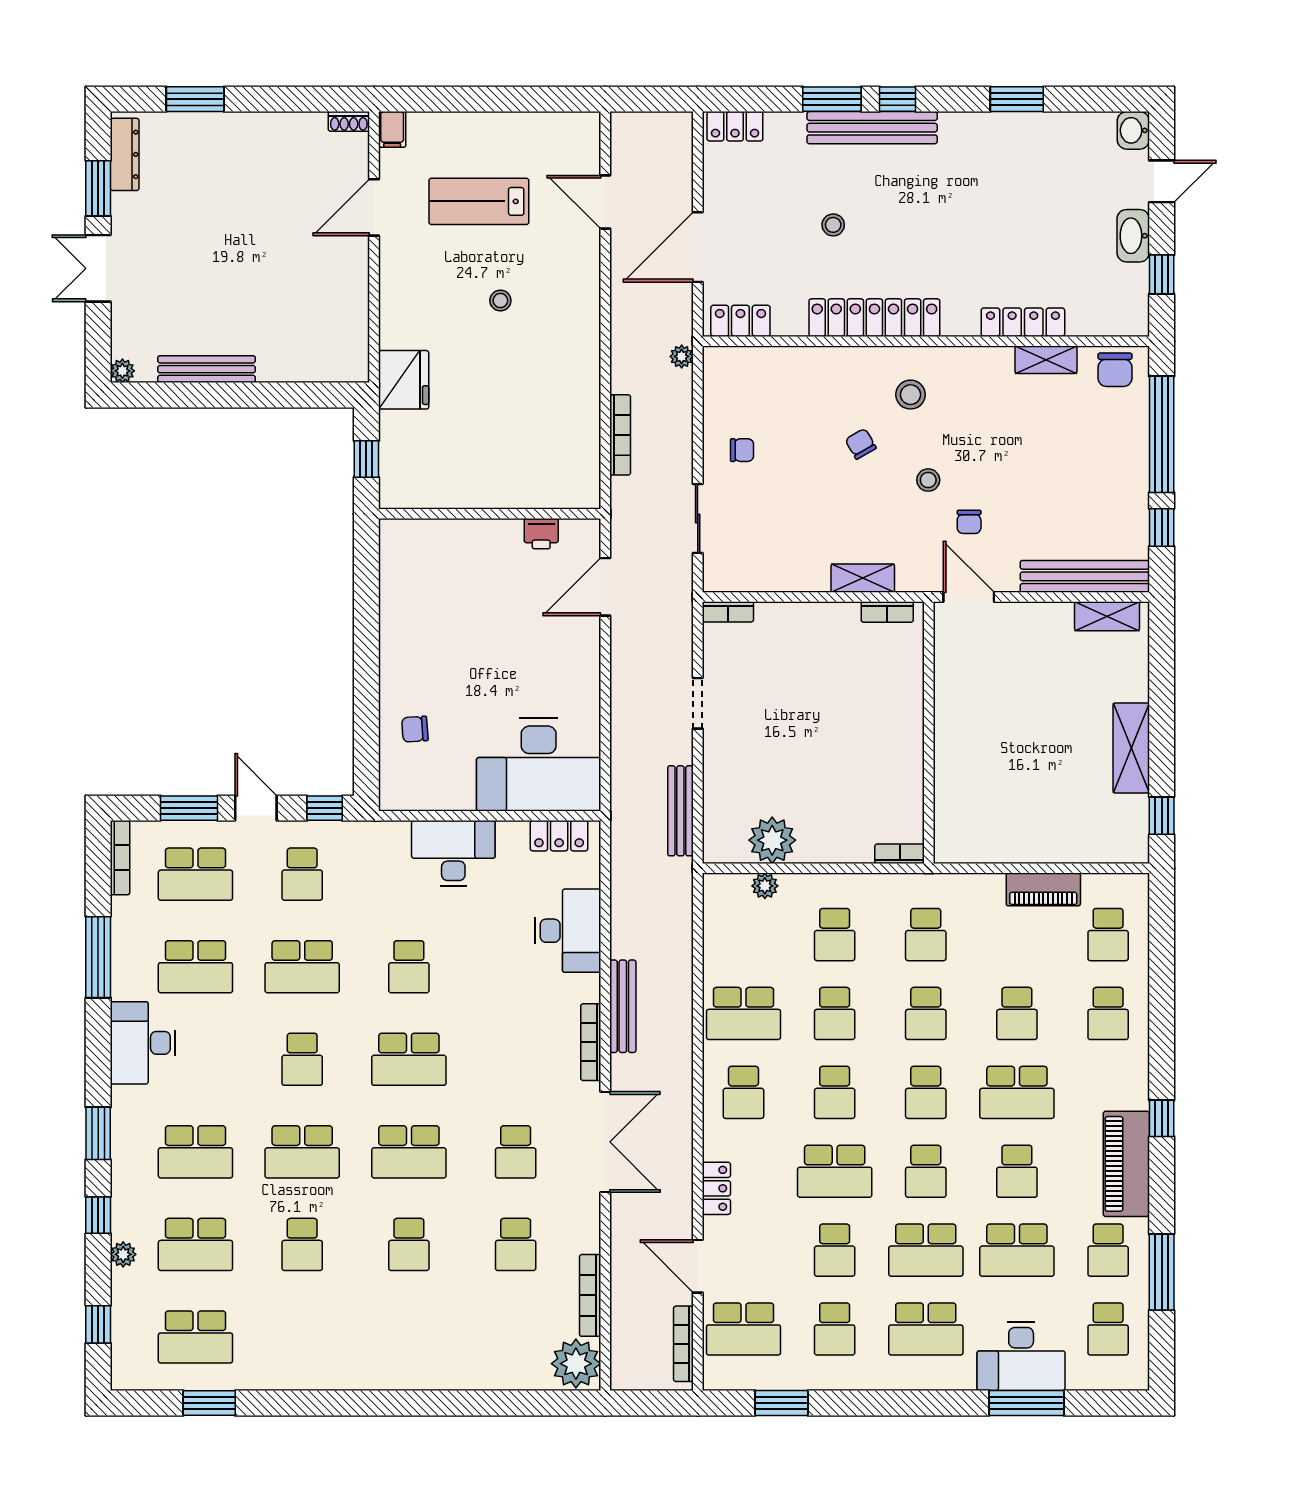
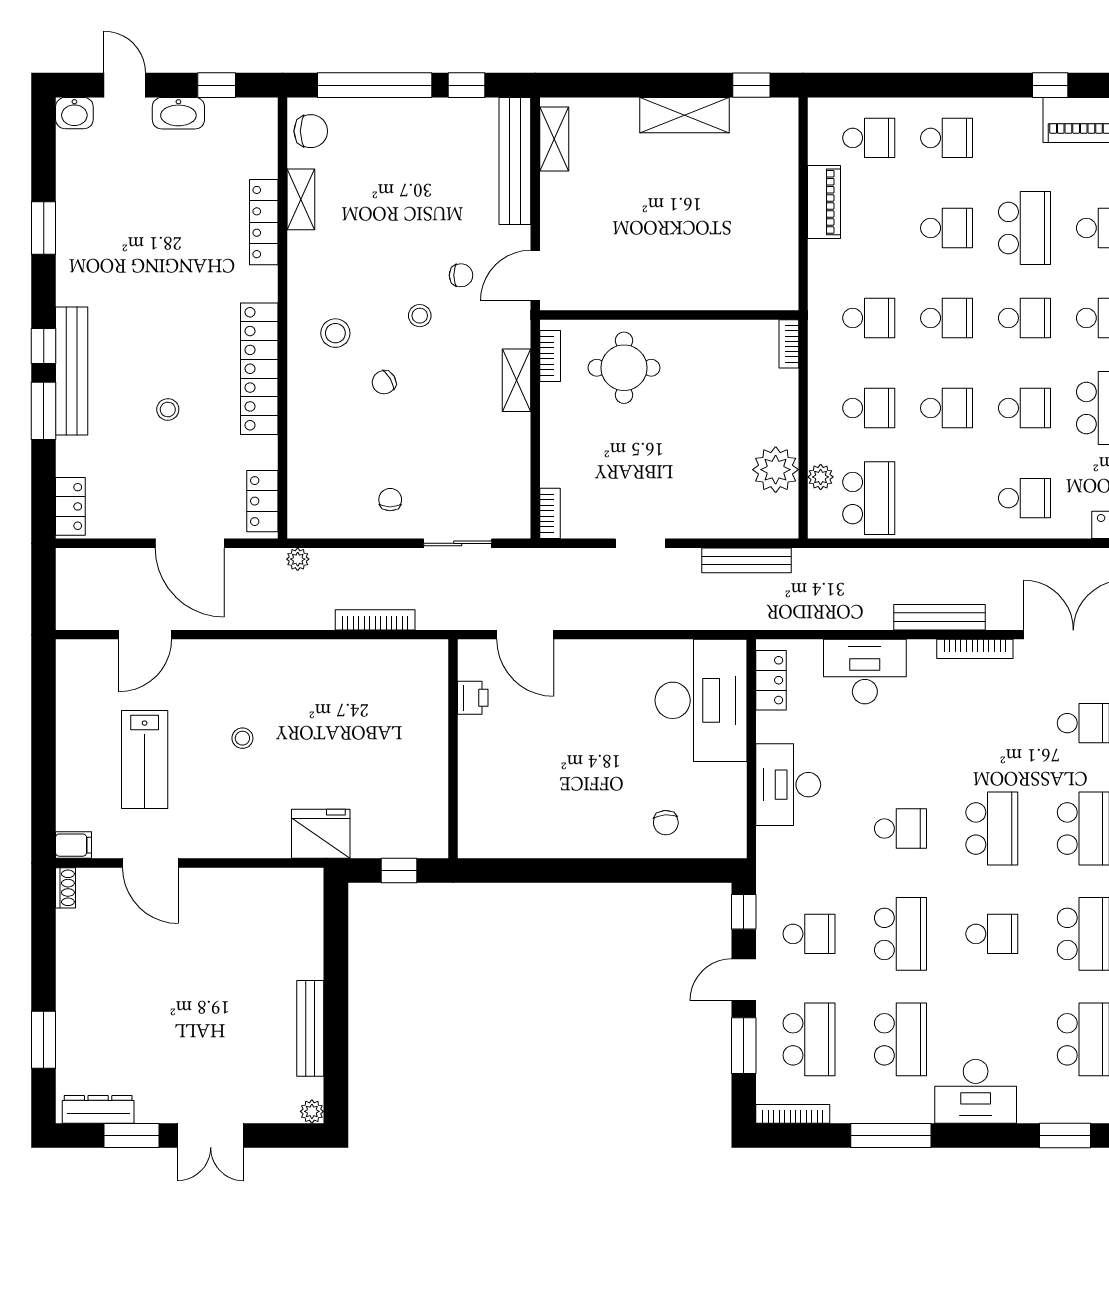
round table: (875, 687) -> (624, 368), added
school desk: (743, 1013) -> (869, 498), moved

